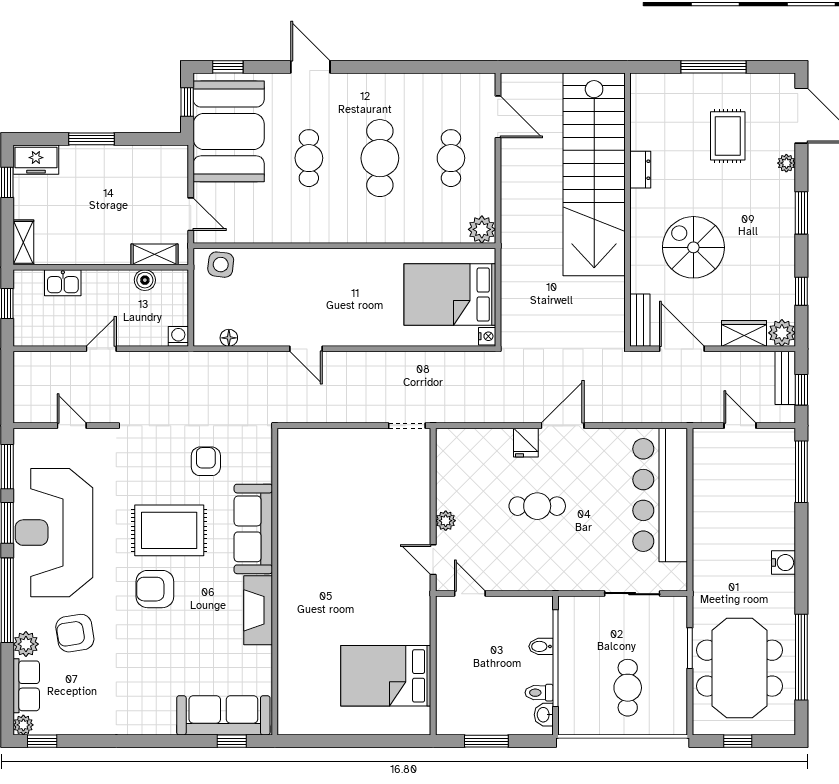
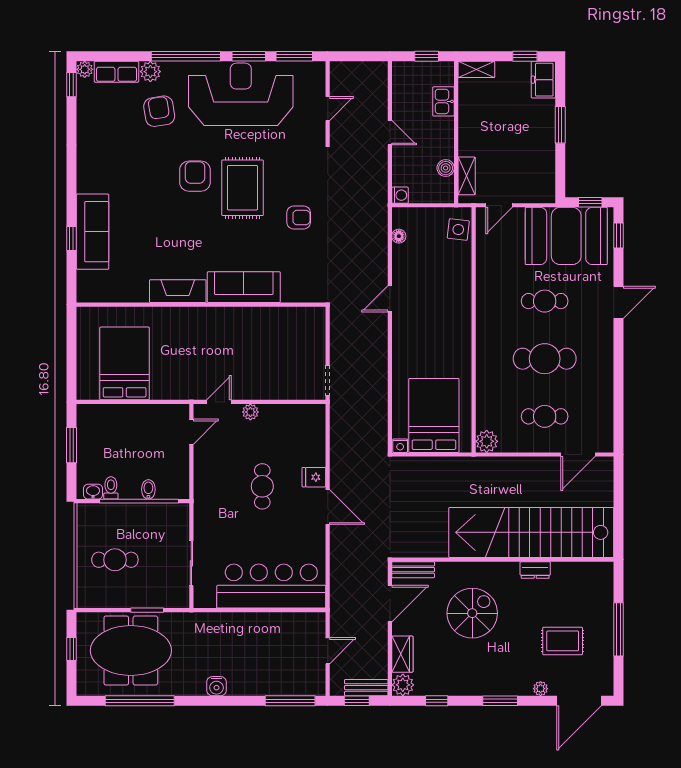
sofa: (253, 529) -> (244, 287), moved
wall: (275, 582) -> (201, 305), moved
fireplace: (258, 610) -> (178, 291), moved

